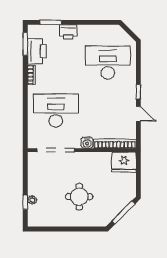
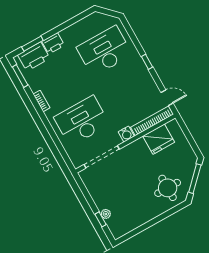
printer: (37, 51) -> (34, 57), moved, turned 90
door: (138, 114) -> (167, 98), moved
fridge: (124, 162) -> (159, 139), moved
round table: (79, 197) -> (168, 188), moved

